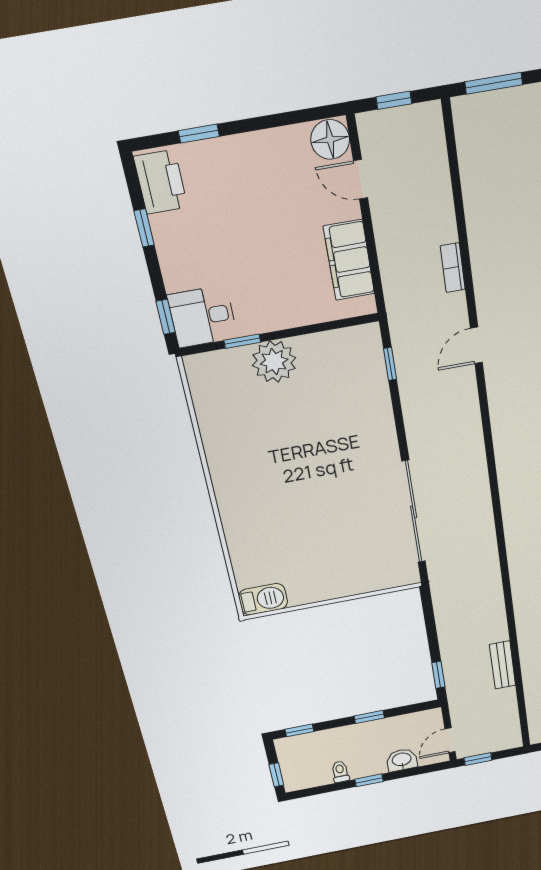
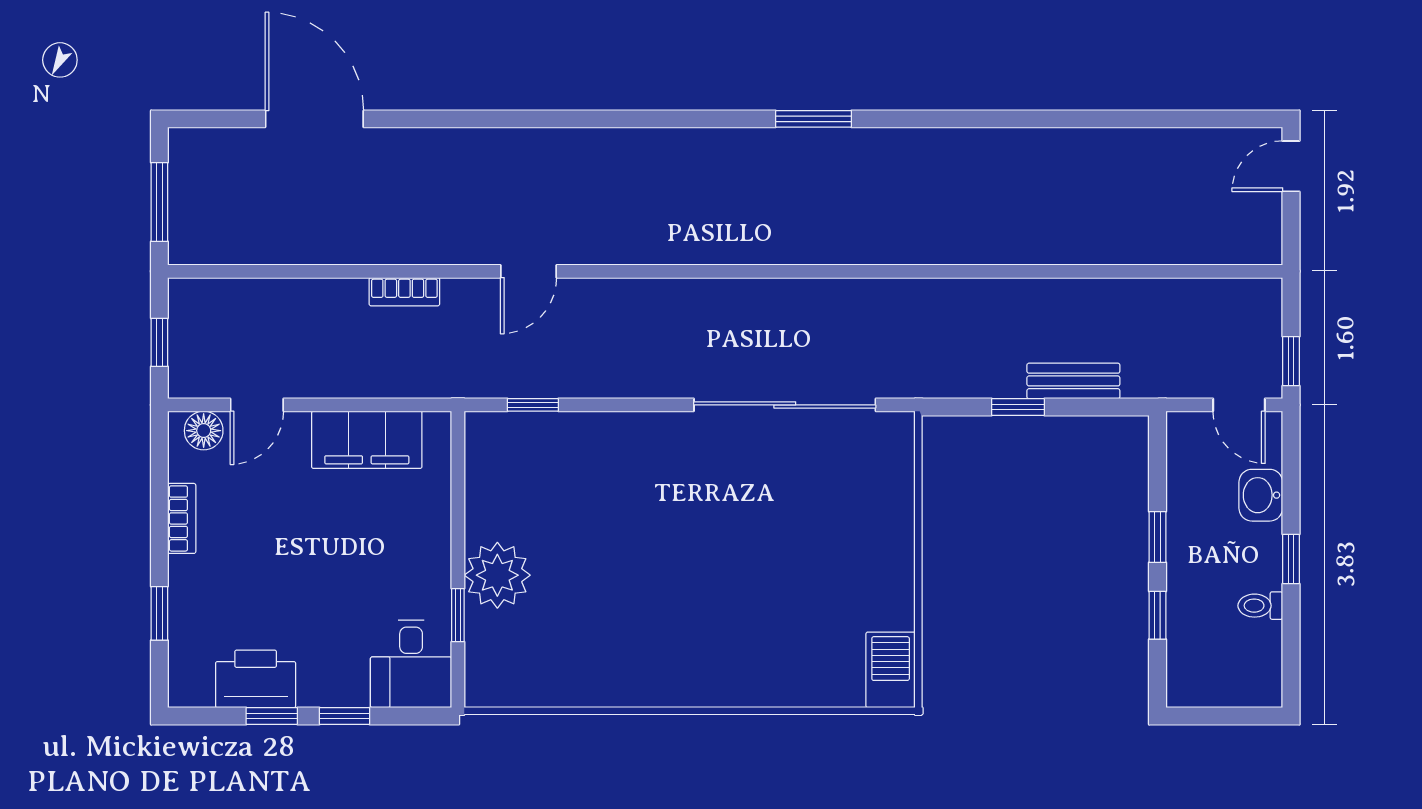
bookcase: (271, 139) -> (182, 518), added
floor lamp: (330, 139) -> (204, 431), width x0.73, depth x0.73
printer: (161, 182) -> (256, 679), moved
window: (166, 317) -> (345, 716), moved
door: (476, 345) -> (528, 271), hinge flipped
bench: (503, 665) -> (1073, 381), moved
window: (438, 675) -> (1018, 407), moved
window: (299, 730) -> (1157, 615), moved
window: (276, 775) -> (1240, 716), removed

